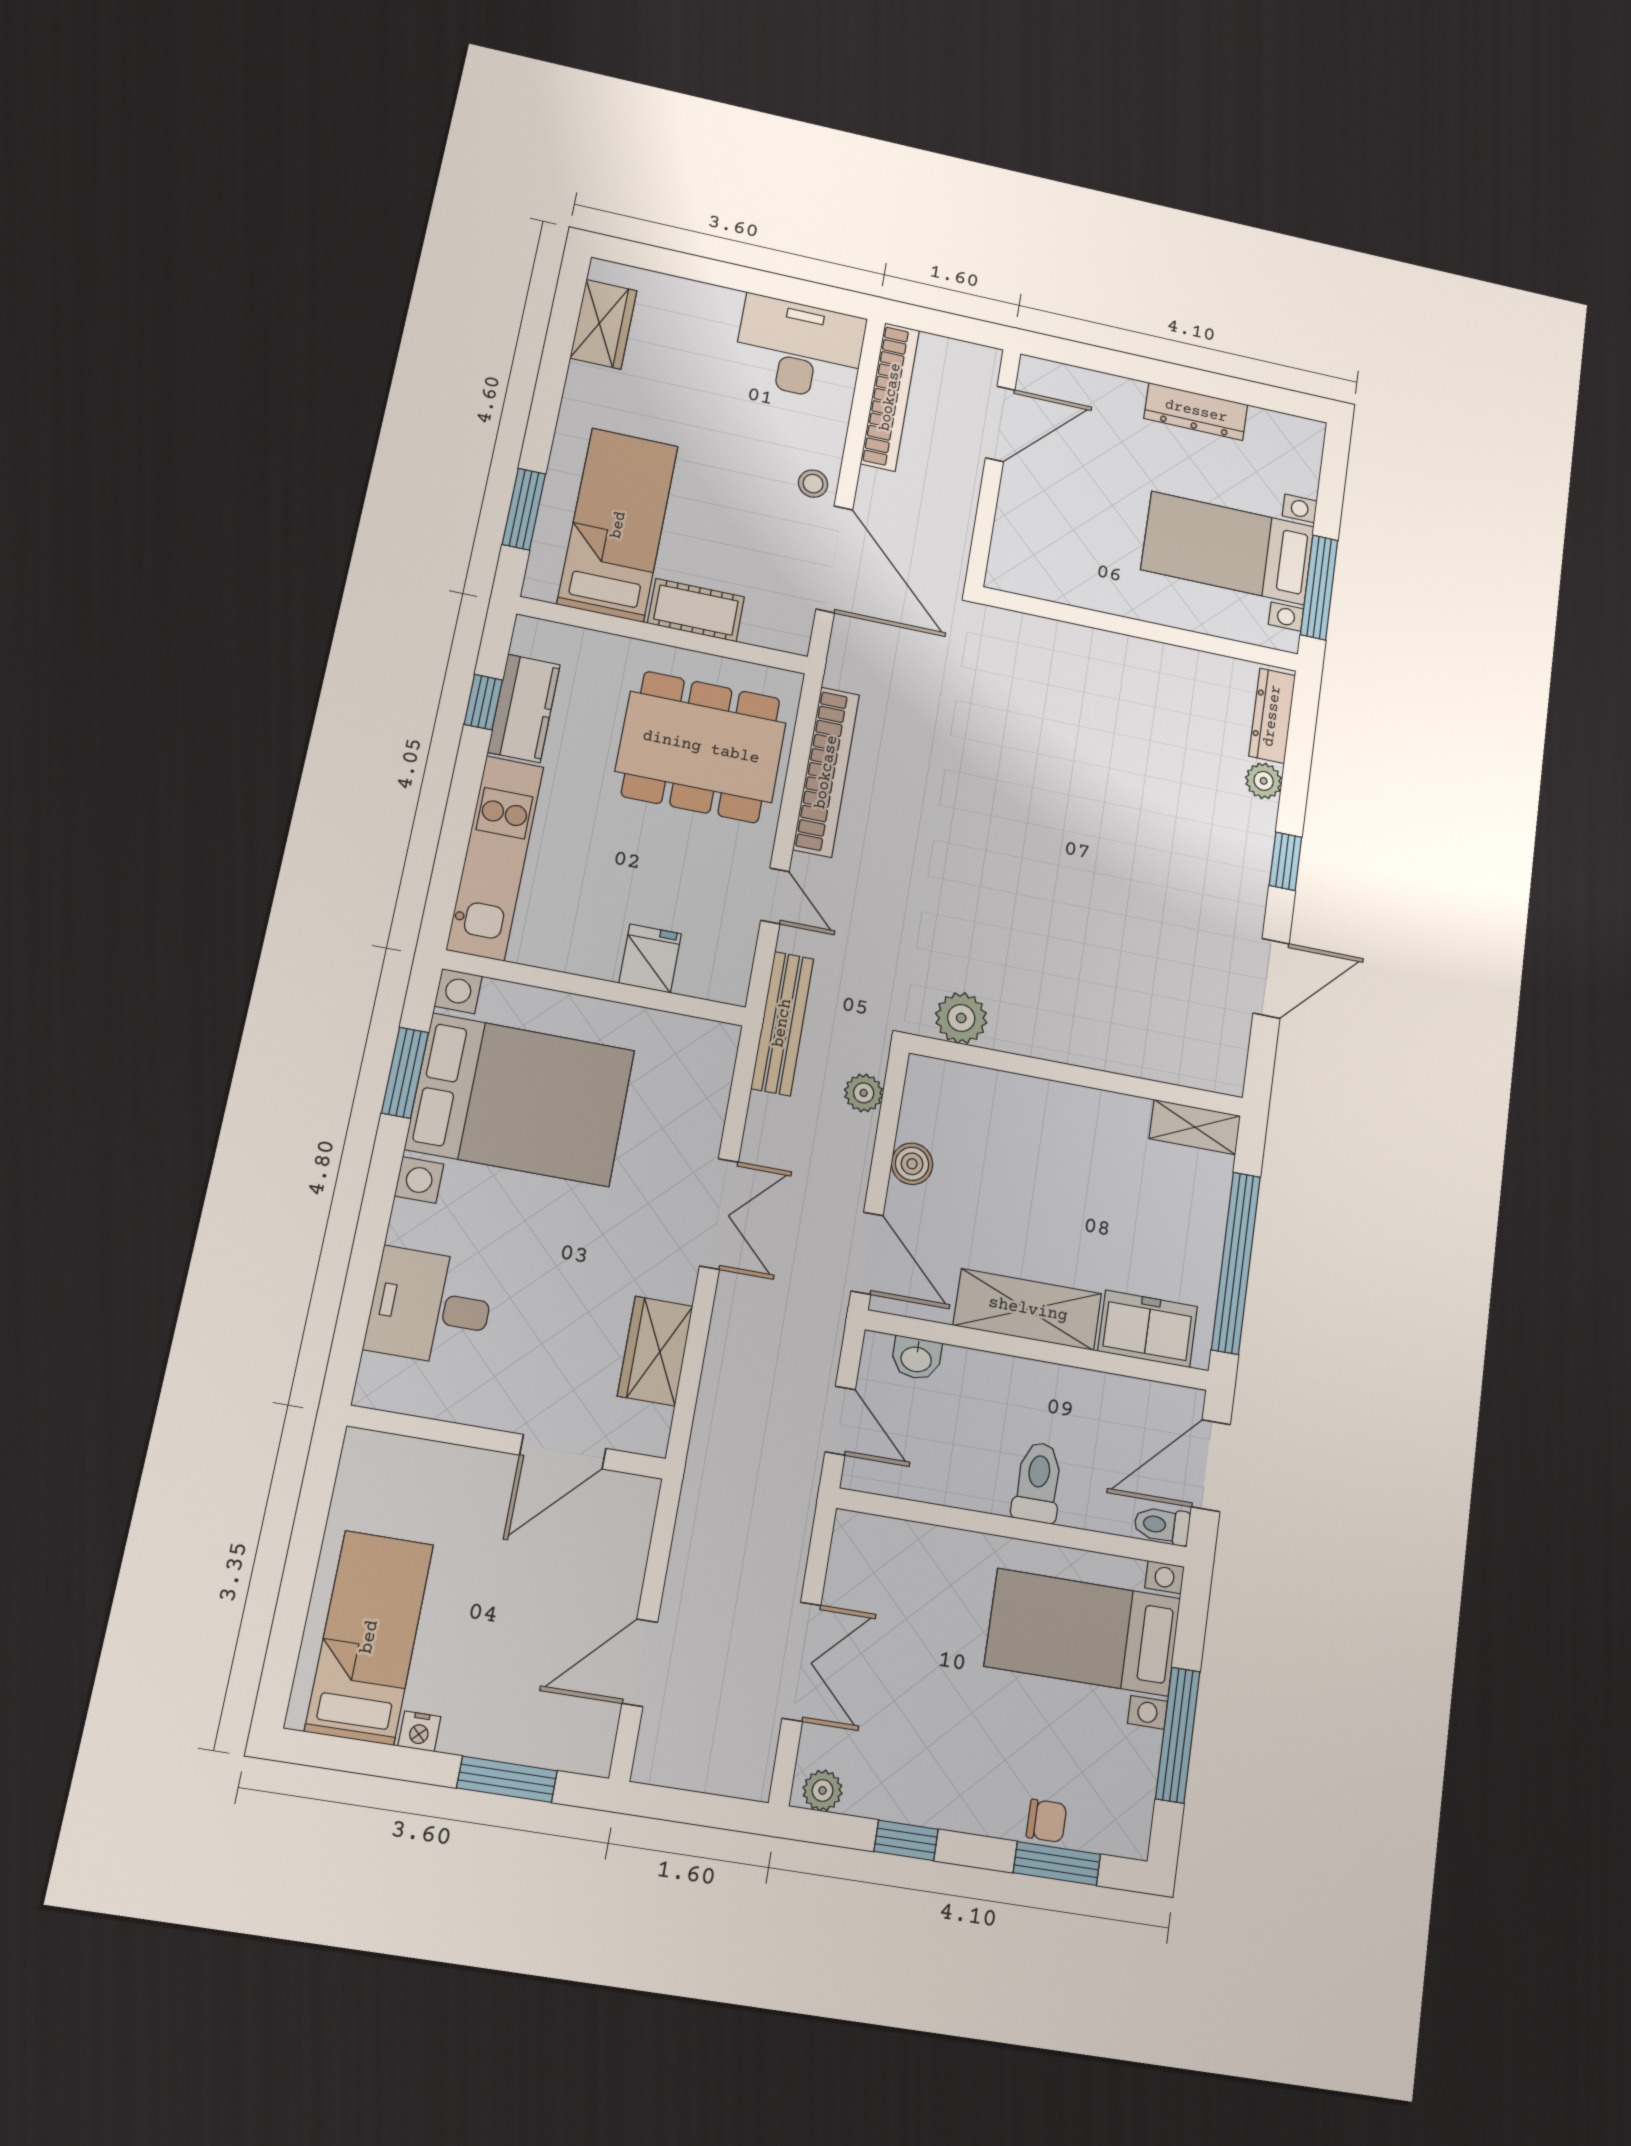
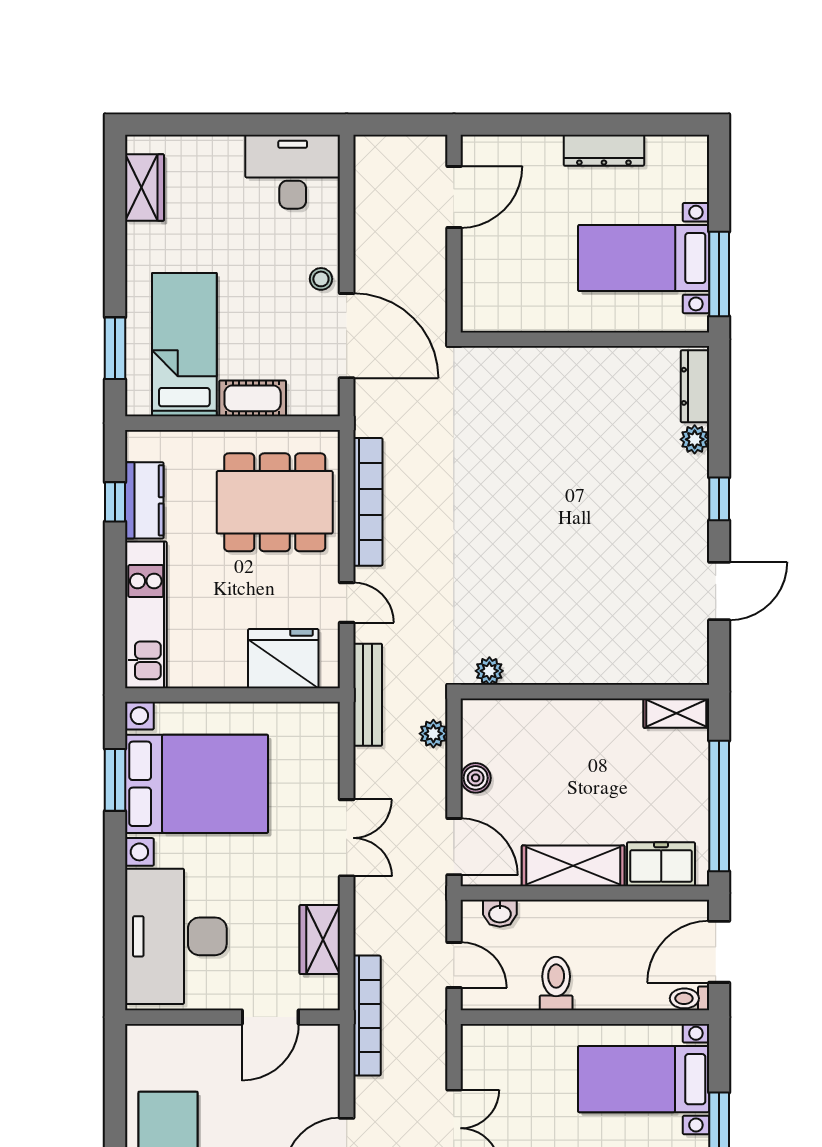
bookcase: (890, 397) -> (367, 1016), moved
fridge: (650, 958) -> (283, 659), width x1.88, depth x1.34
plant: (961, 1018) -> (489, 671), width x0.73, depth x0.73
desk: (430, 1307) -> (176, 936), width x1.87, depth x1.30
toilet: (1038, 1482) -> (556, 984), moved

